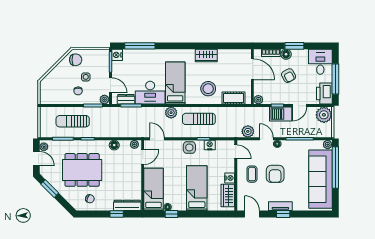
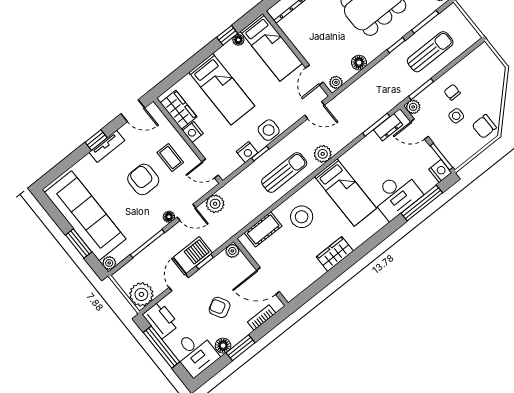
floor lamp: (286, 54) -> (223, 346), moved
desk: (150, 93) -> (396, 195), moved, turned 180
window: (335, 167) -> (79, 243), width x0.47

